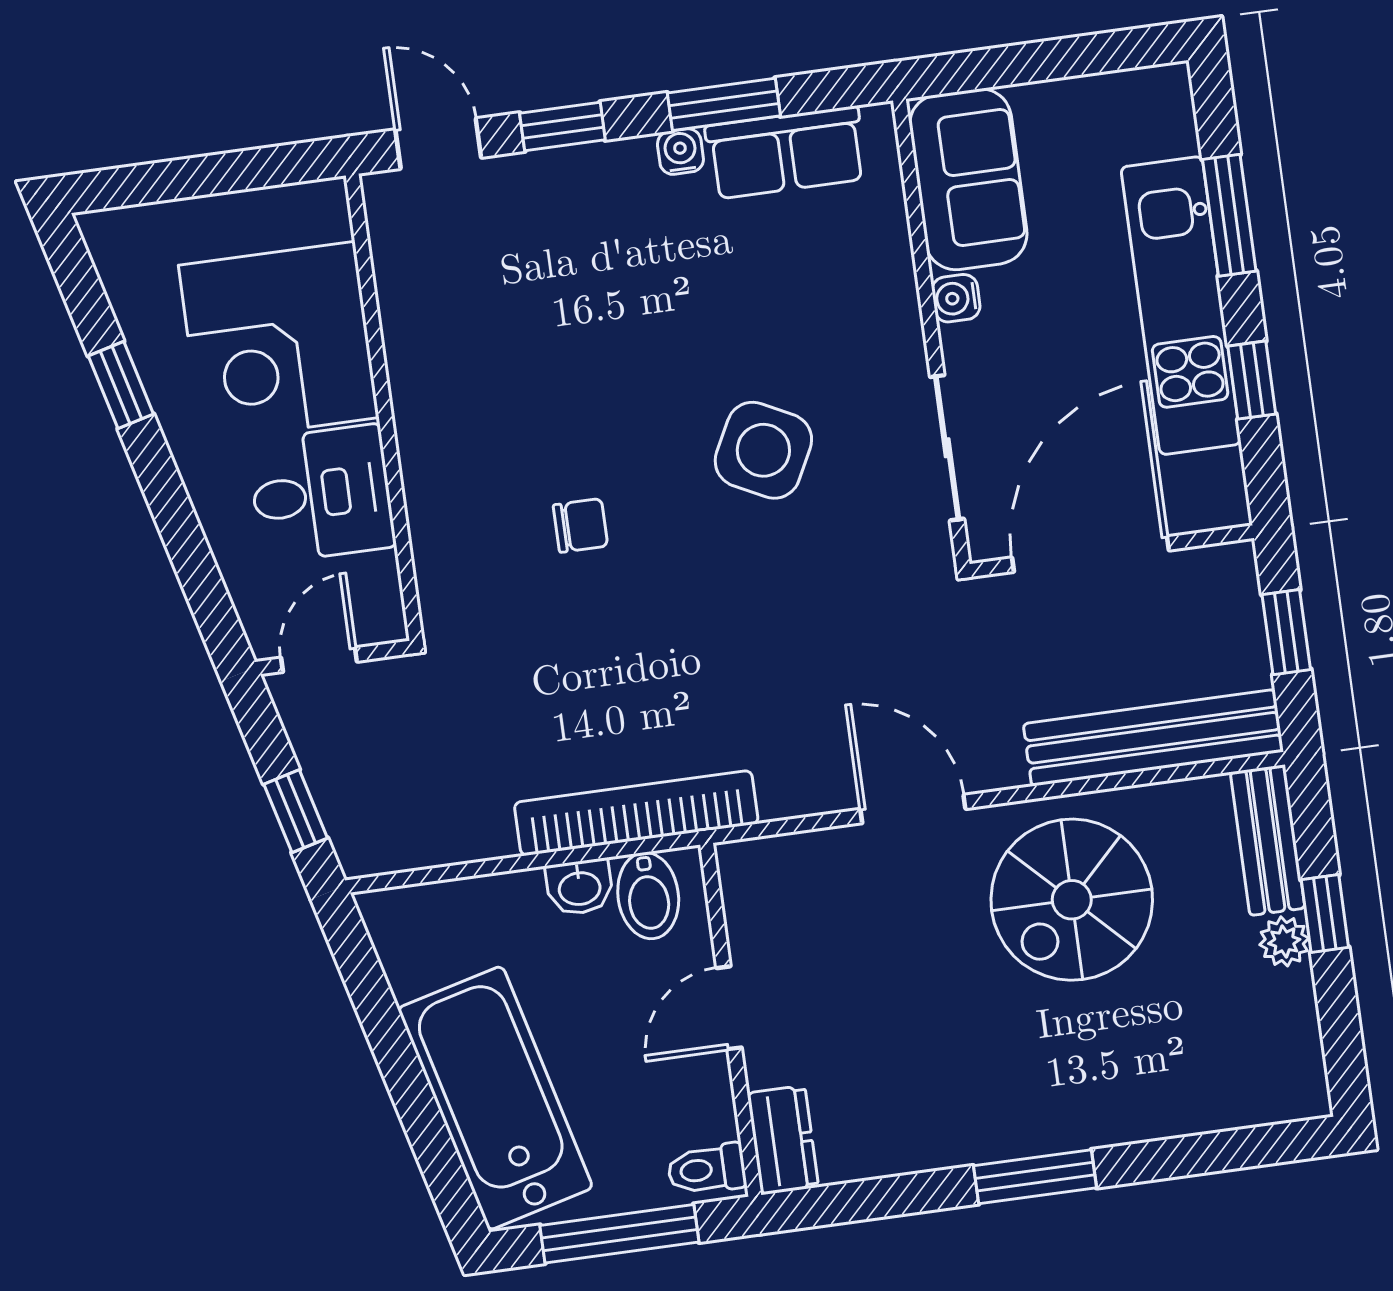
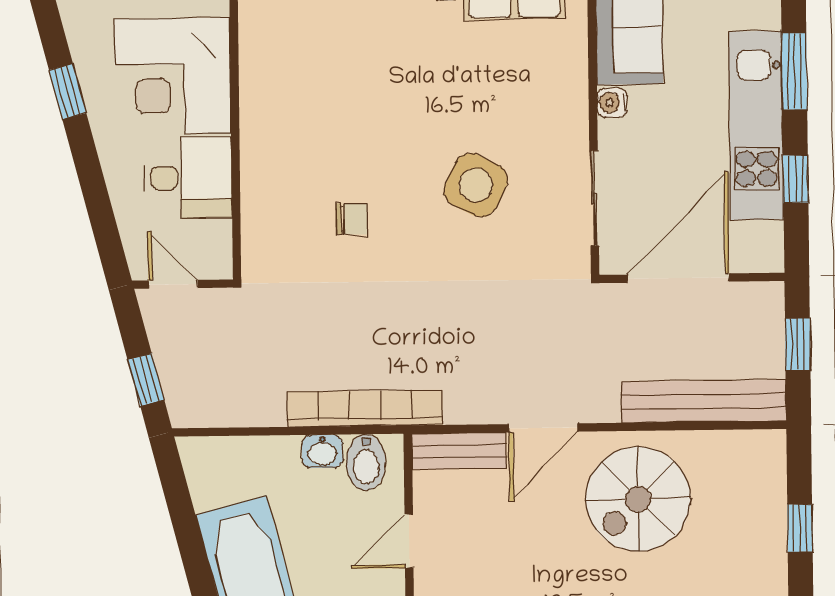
door: (319, 660) -> (173, 284), hinge flipped
door: (913, 809) -> (543, 428), swing flipped
bench: (1268, 840) -> (459, 451), moved, turned 90
plant: (1284, 941) -> (772, 543), removed

